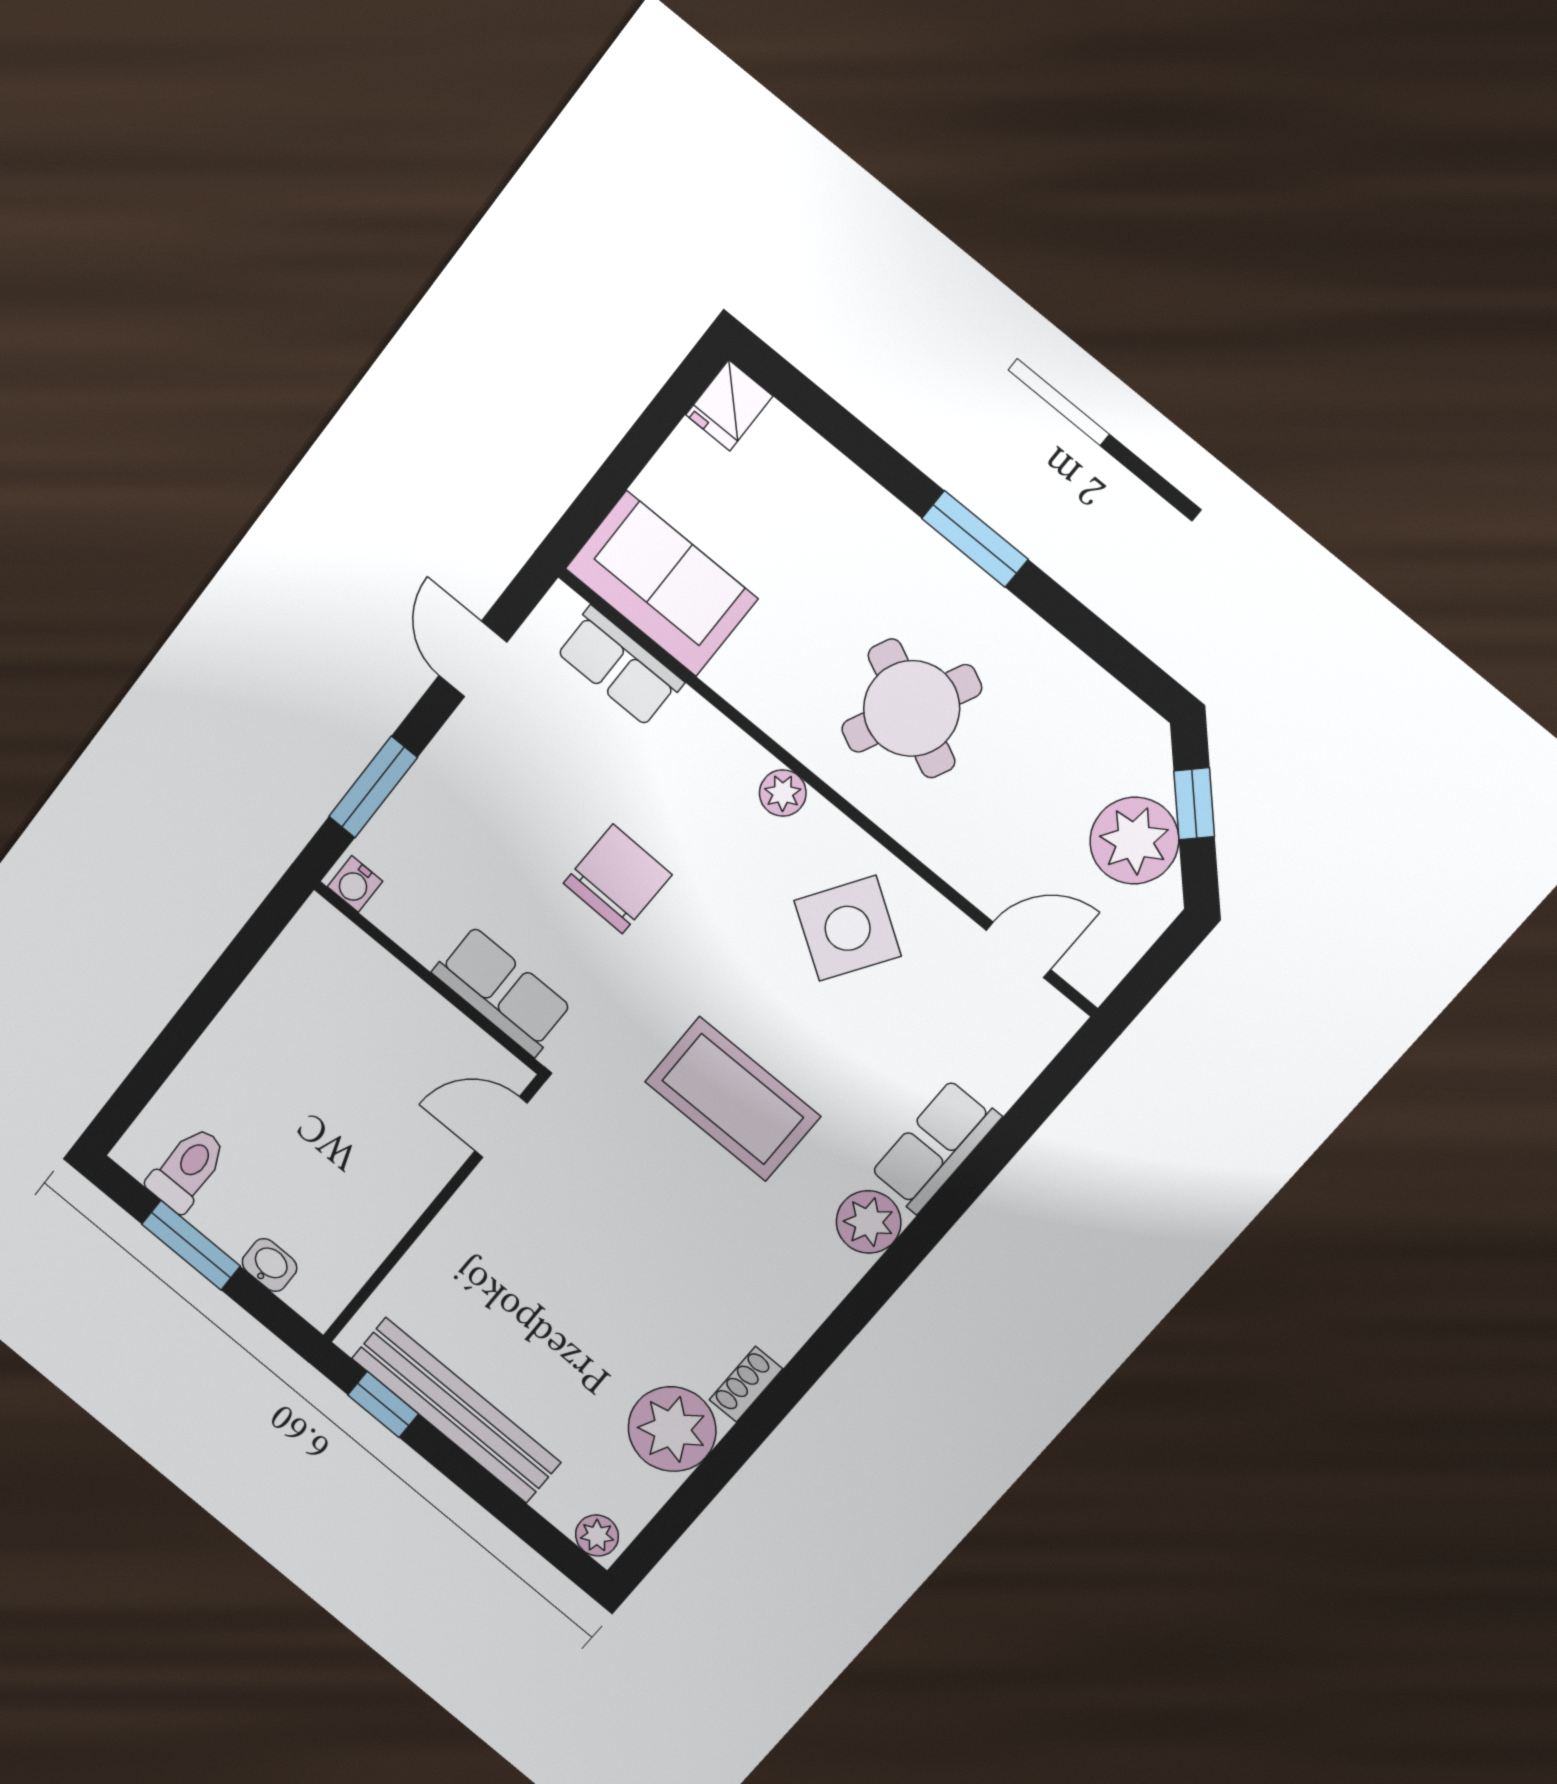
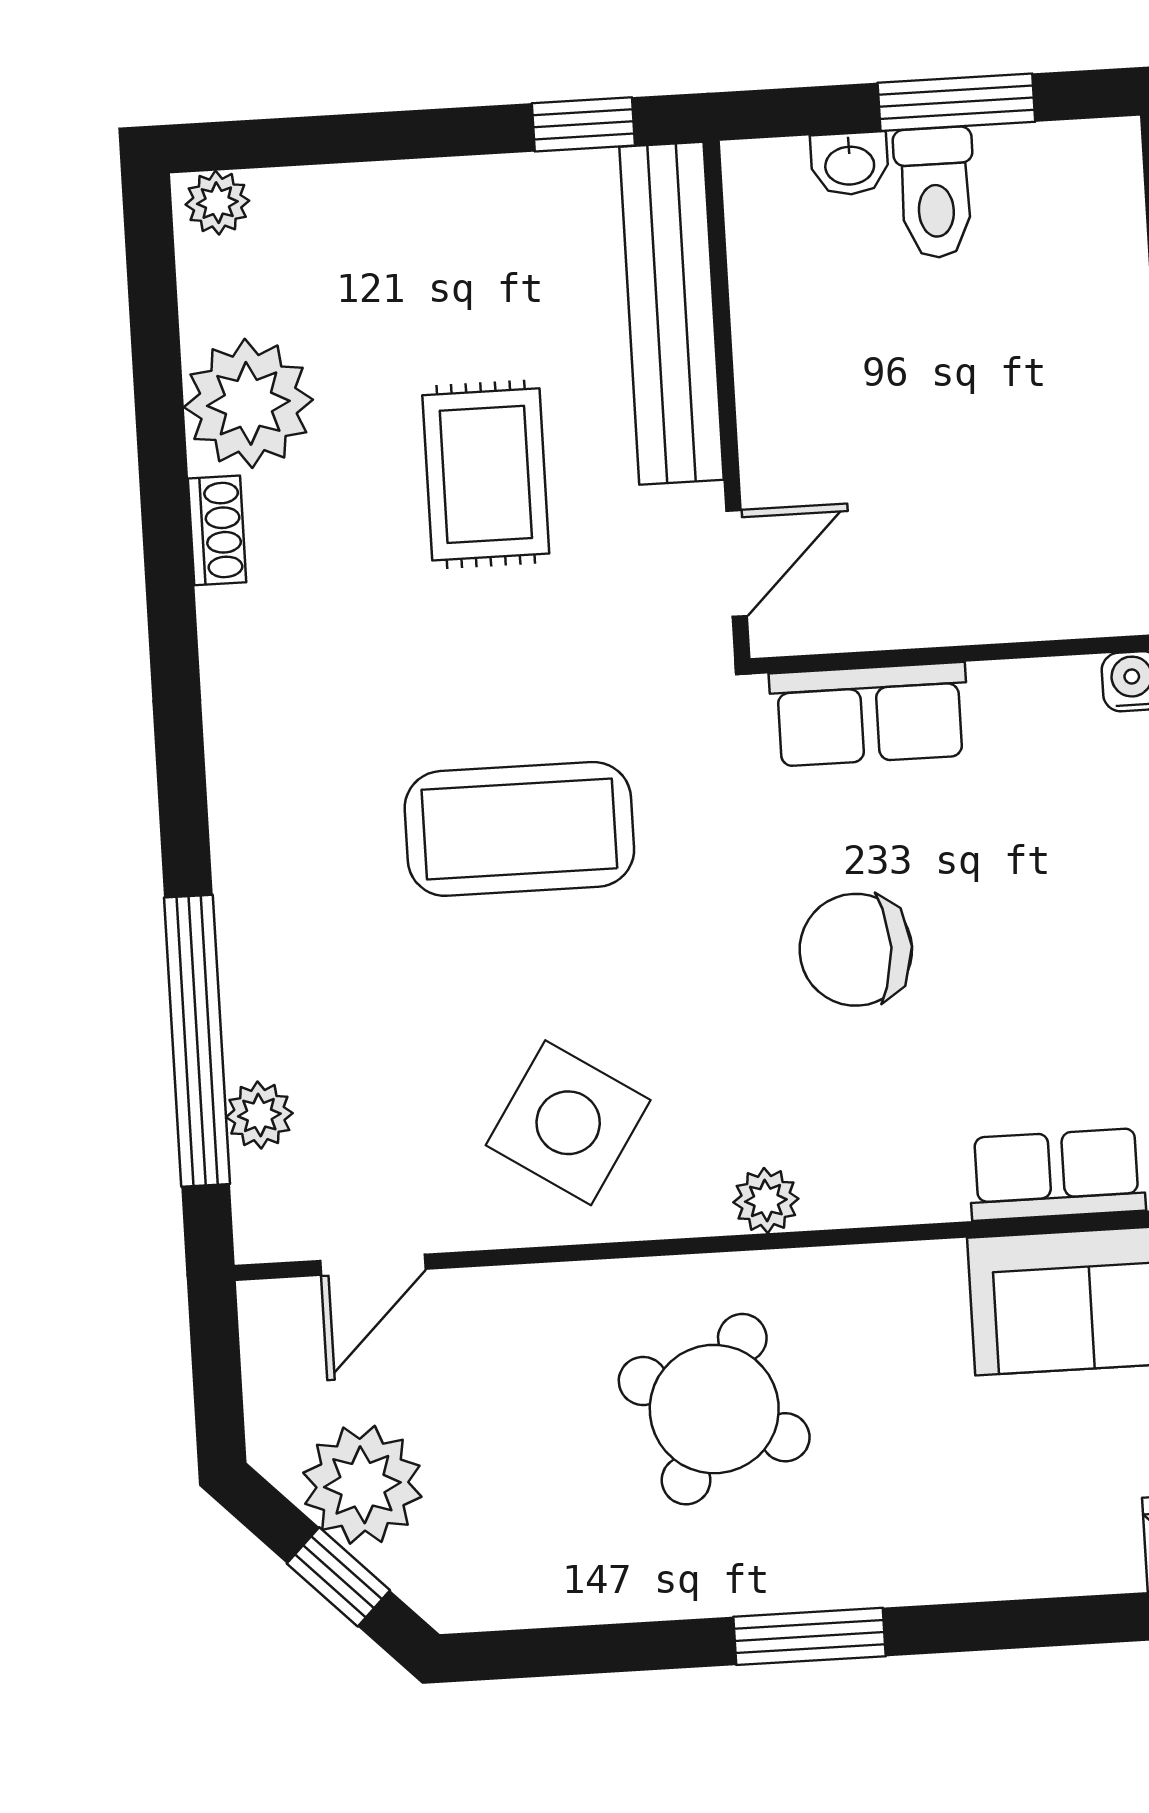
chair: (618, 879) -> (856, 950), turned 89
row of seats: (935, 1146) -> (263, 980), removed
window: (999, 1147) -> (197, 1041), added
toilet: (187, 1169) -> (935, 193), moved
plant: (869, 1222) -> (259, 1115), moved, width x0.73, depth x0.73
rug: (586, 1286) -> (486, 474), added
bench: (456, 1410) -> (671, 313), moved, turned 90

